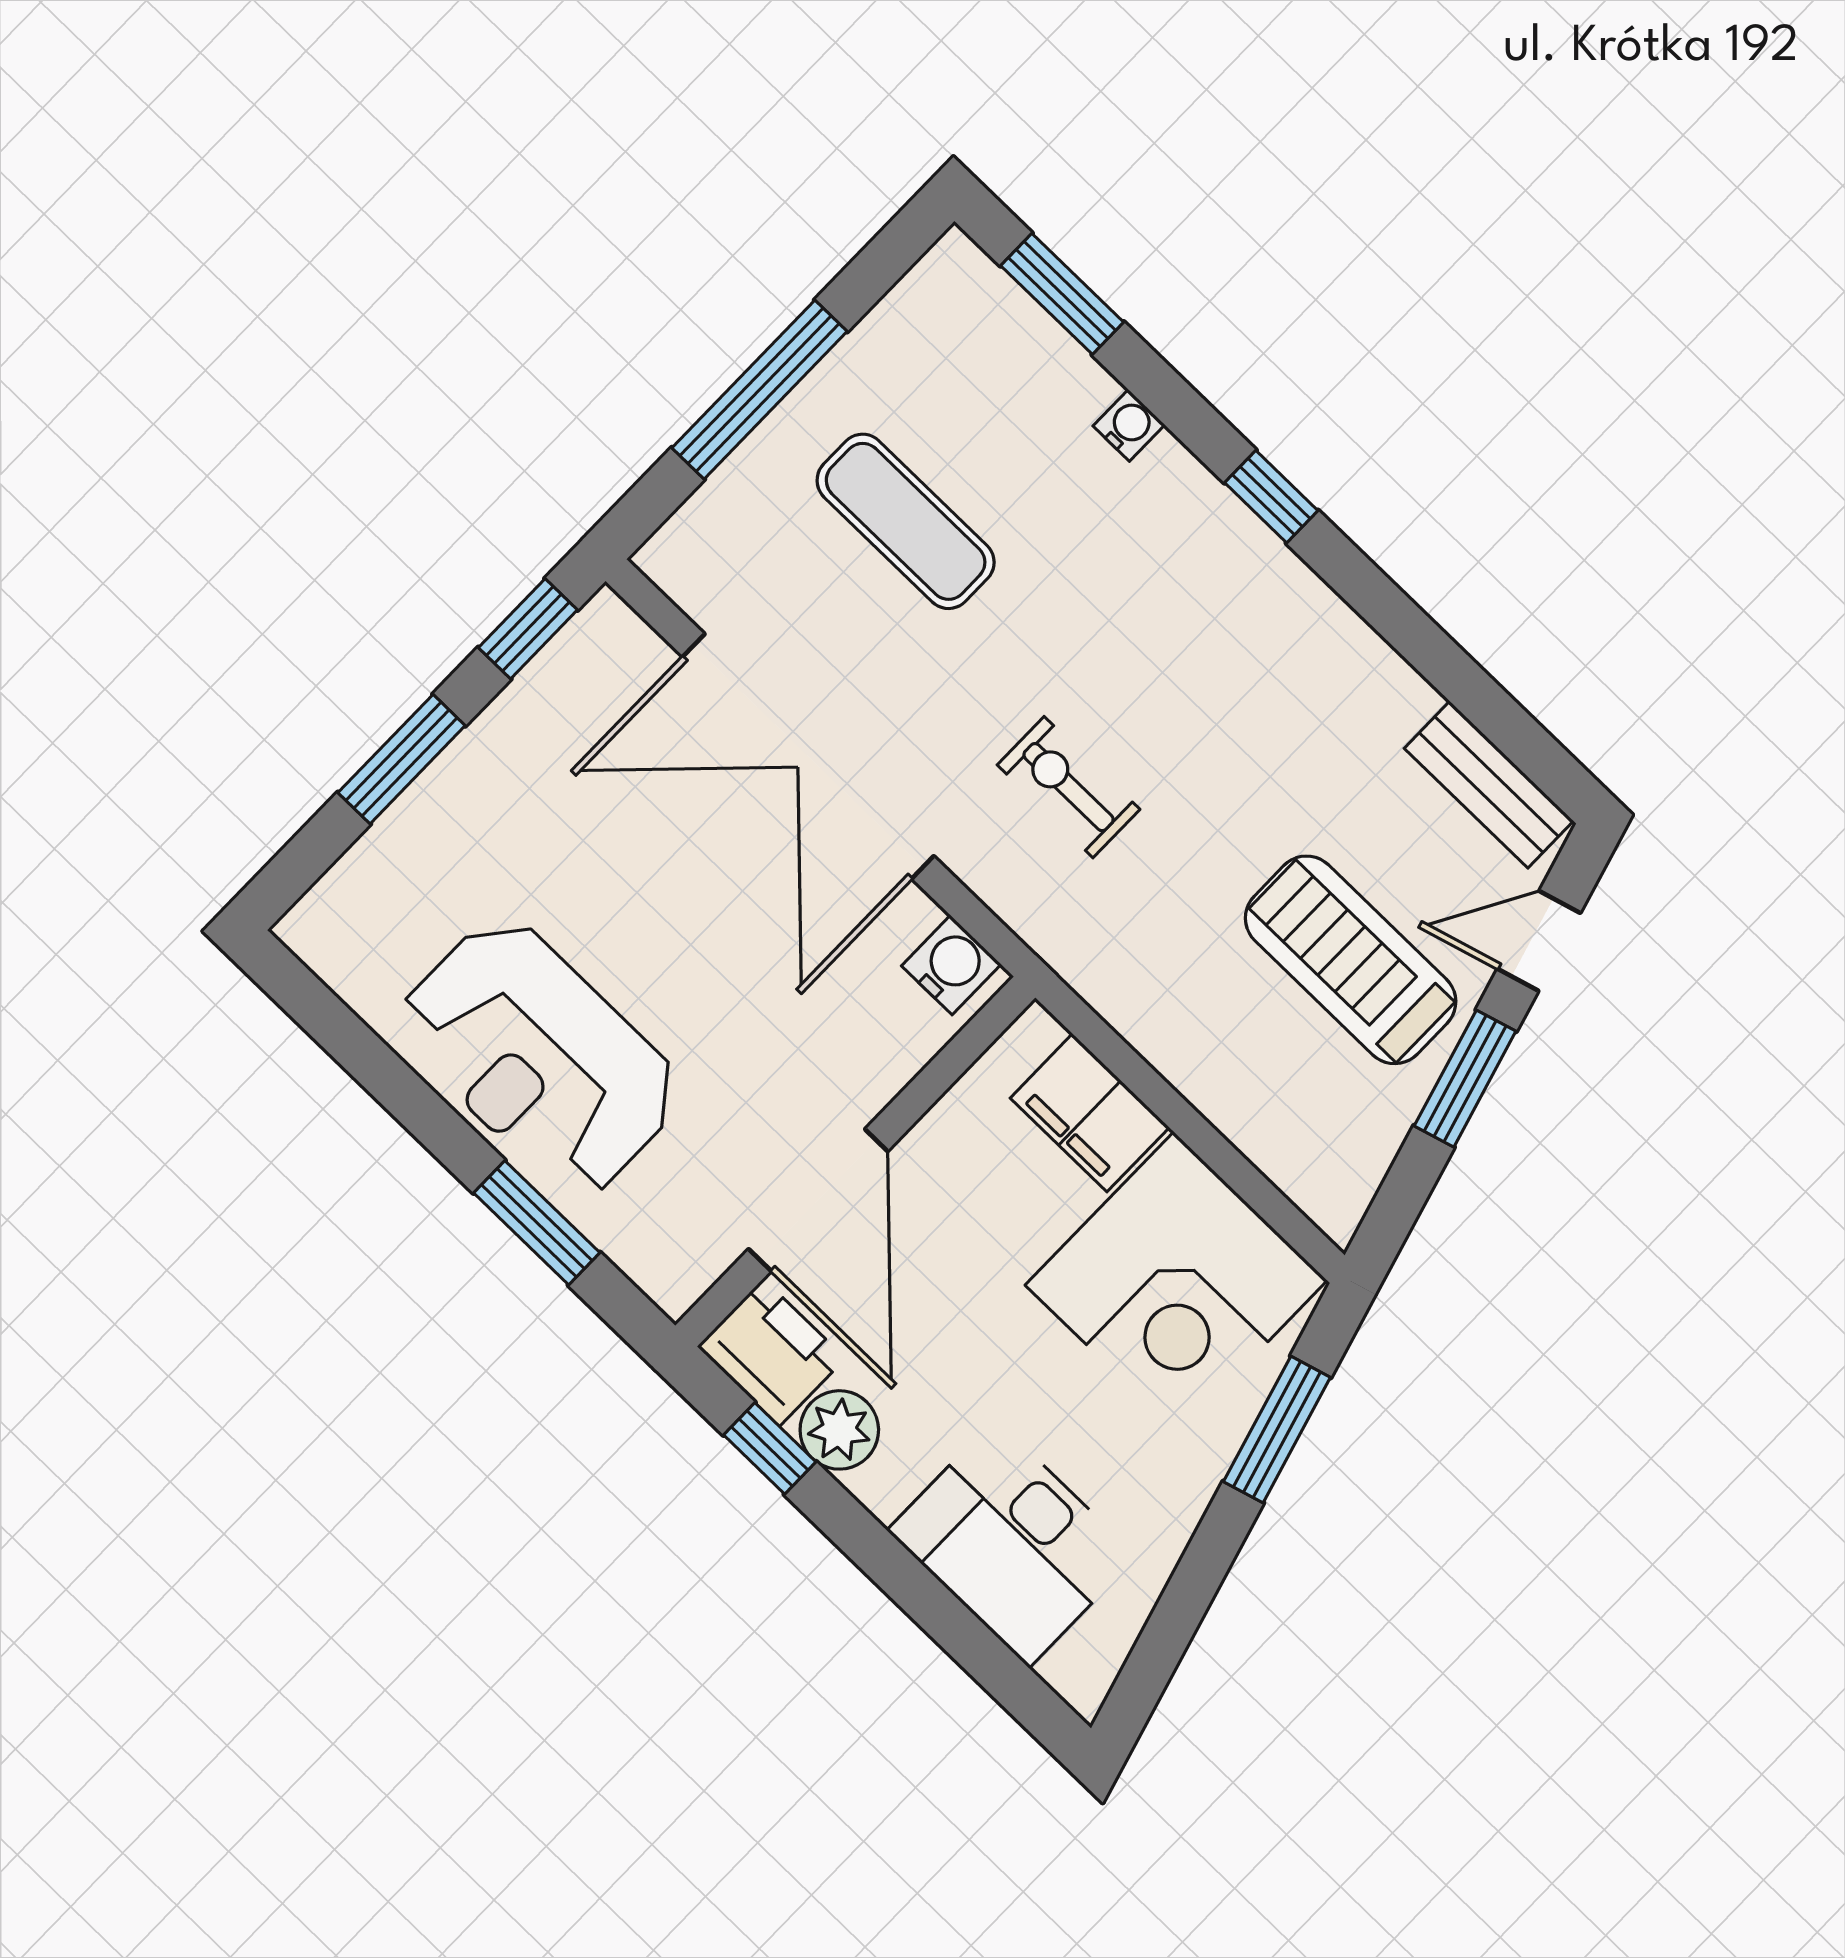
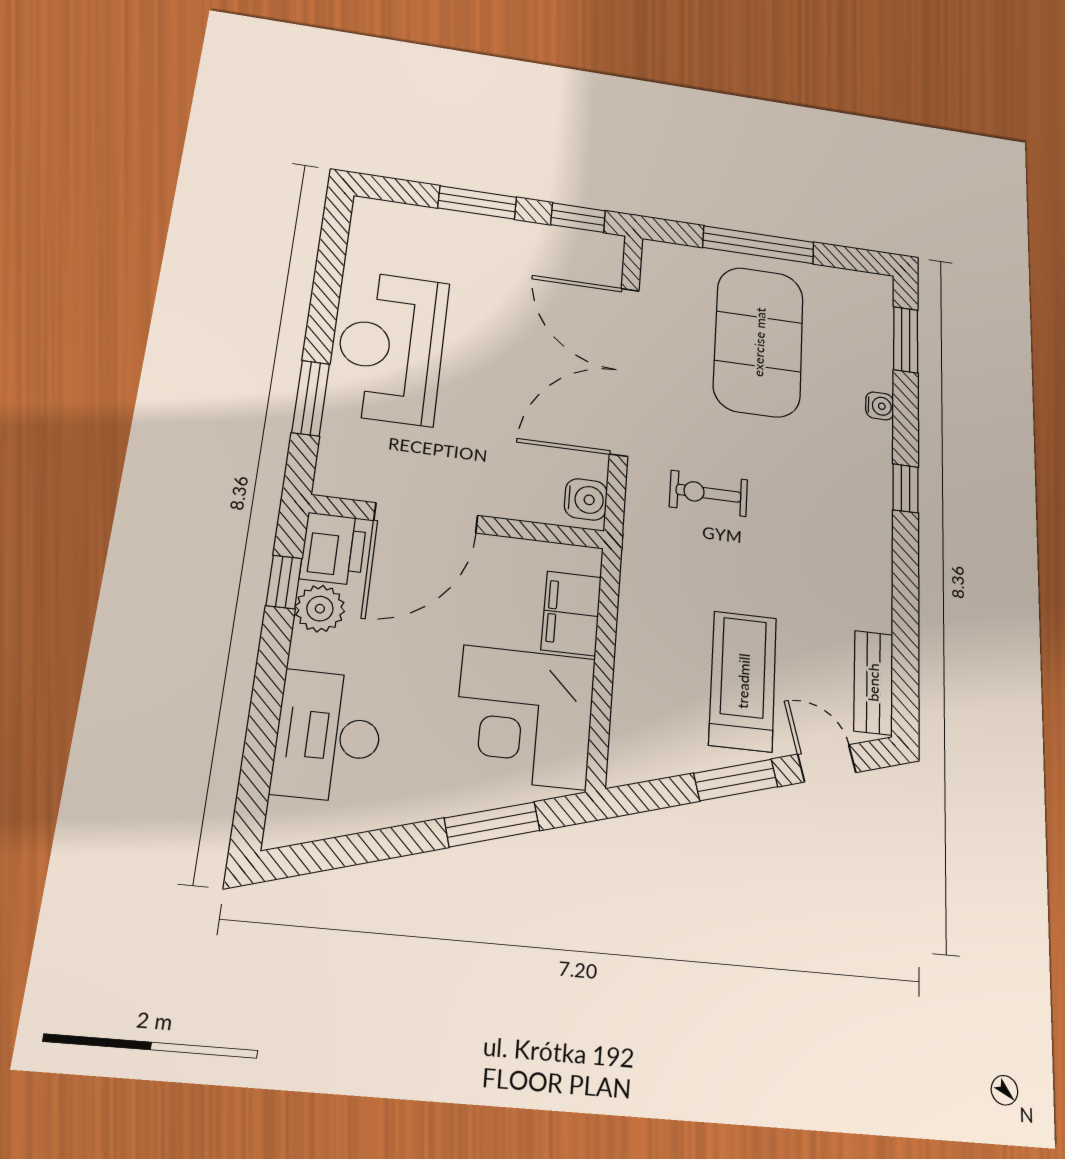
exercise mat: (906, 521) -> (759, 342), width x2.00, depth x1.45
exercise bike: (1069, 787) -> (709, 493), turned -90

